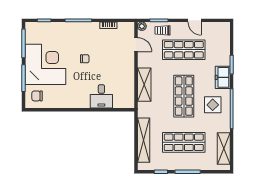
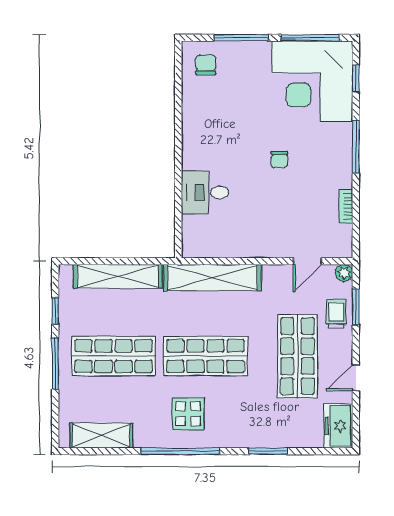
corner desk: (45, 64) -> (312, 81), moved, turned 90
freezer: (223, 77) -> (338, 426), moved, turned -90
shelving: (144, 85) -> (212, 278), width x1.47
shop shelf: (184, 142) -> (114, 356), turned 90

